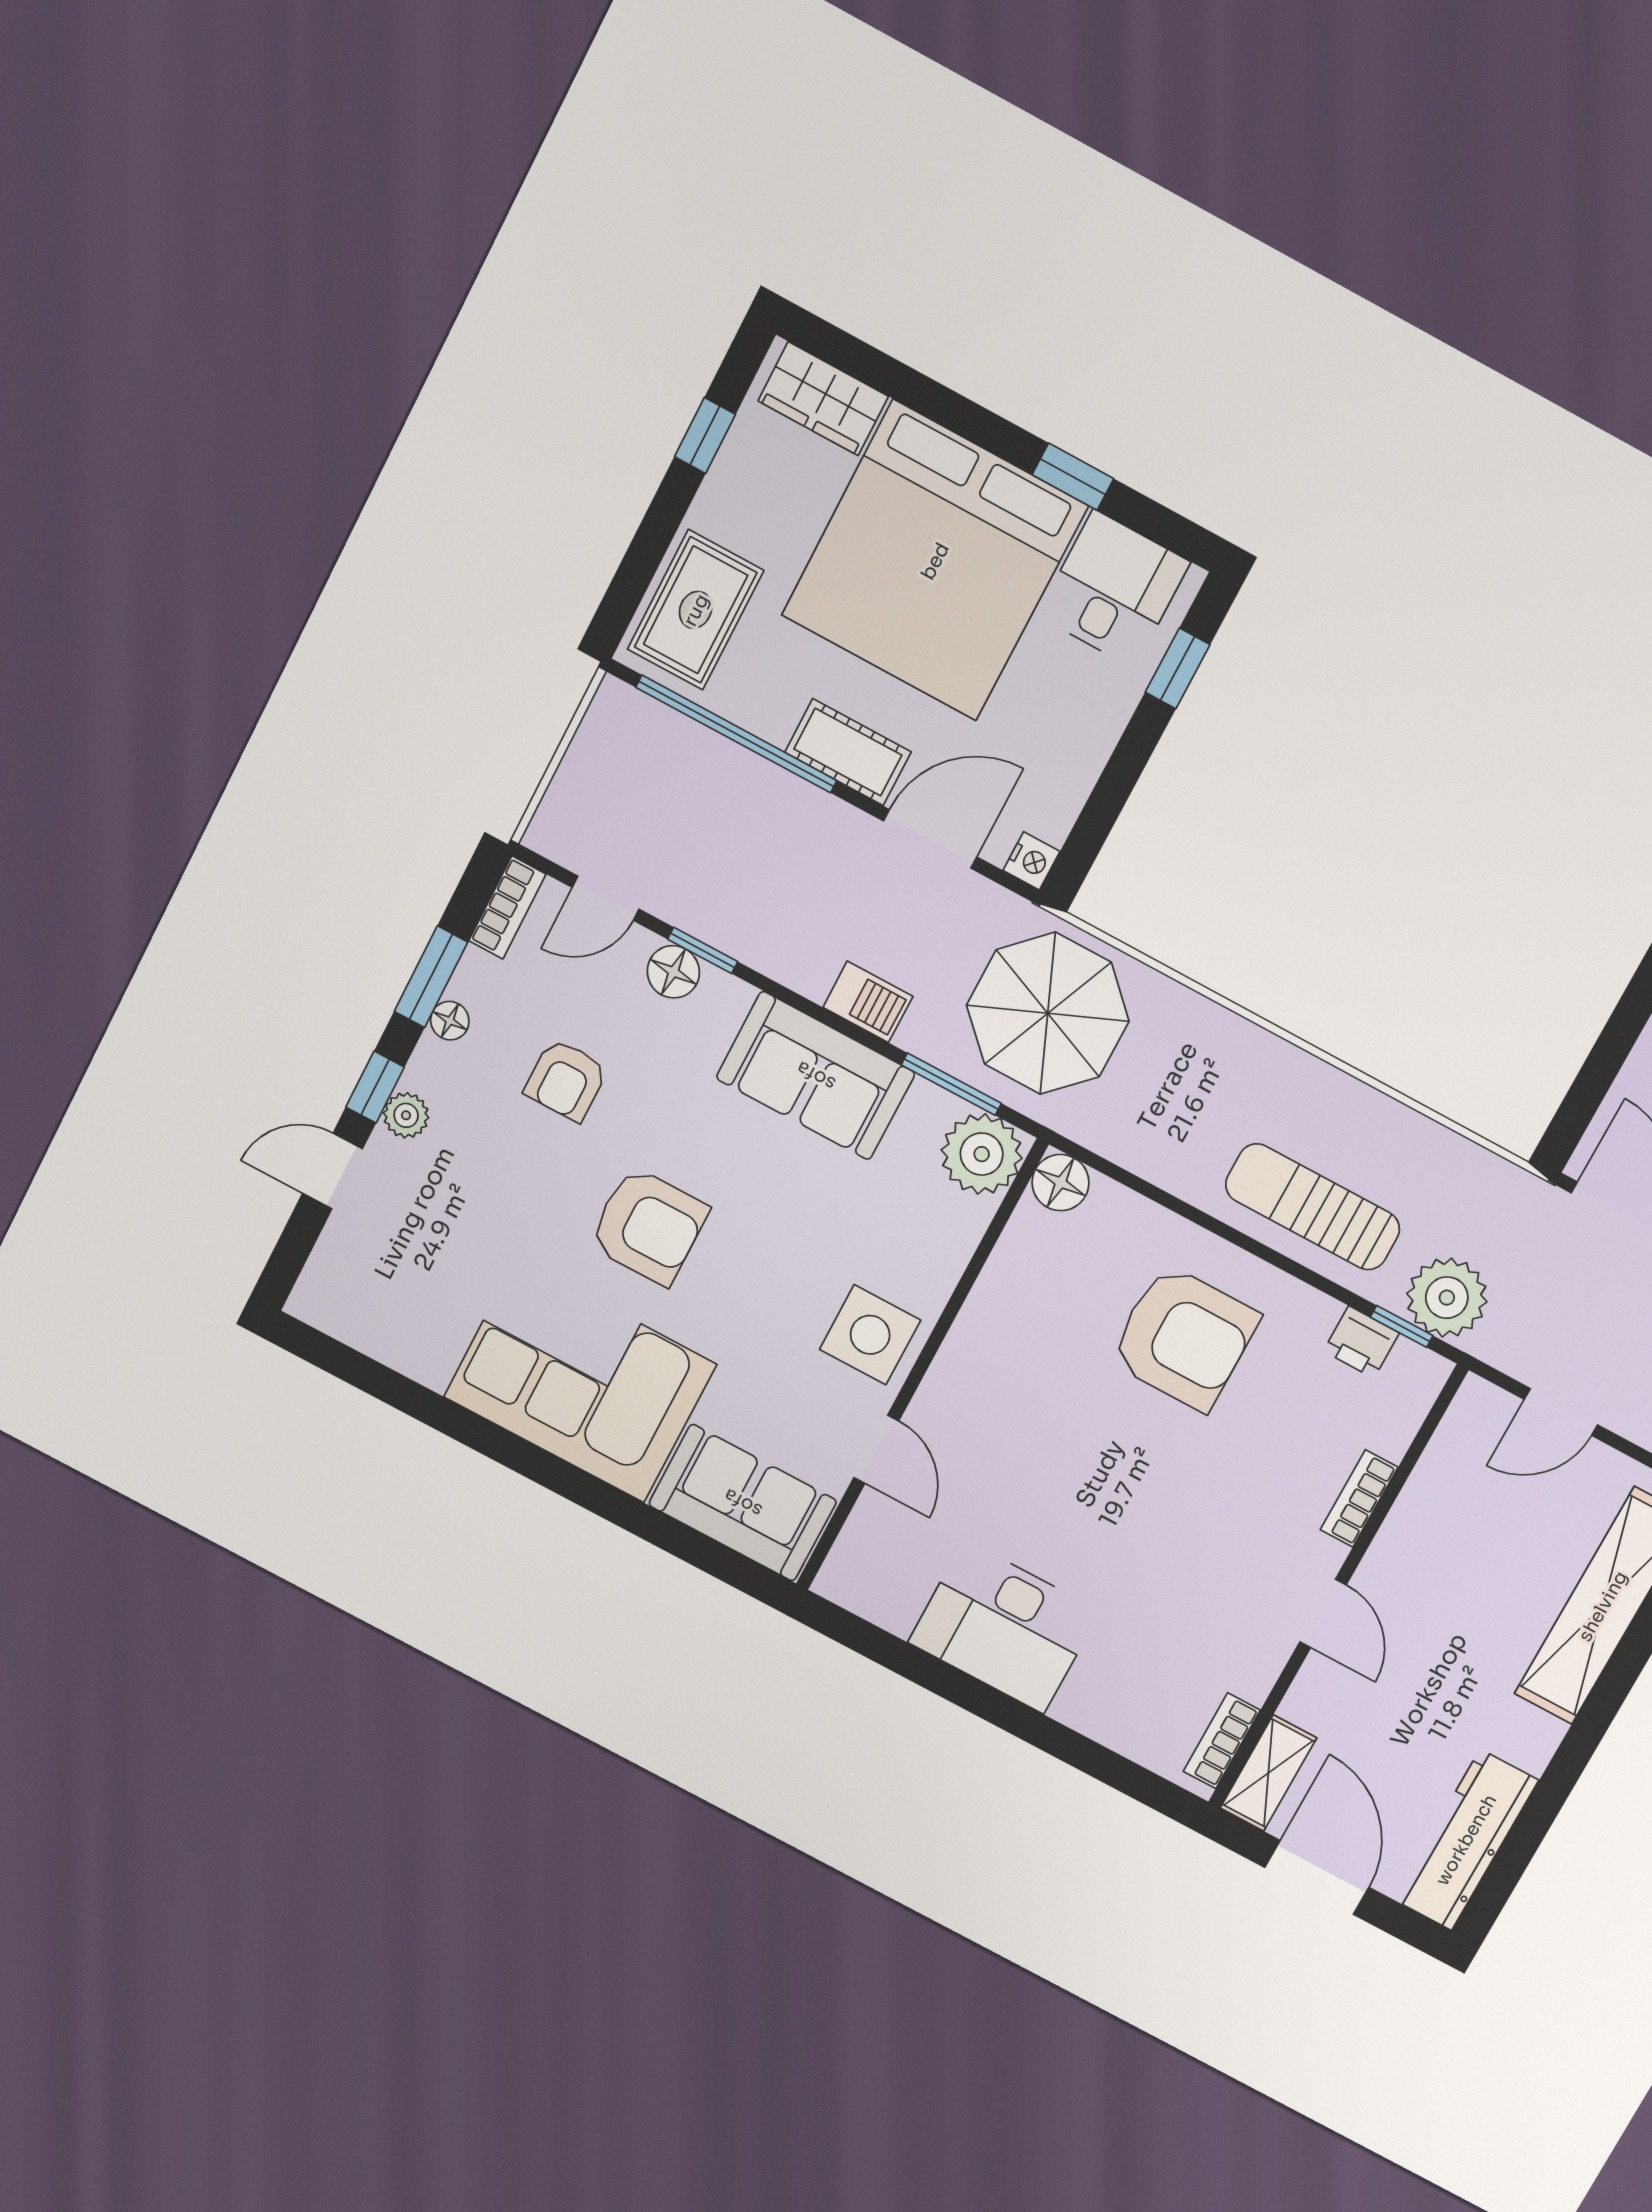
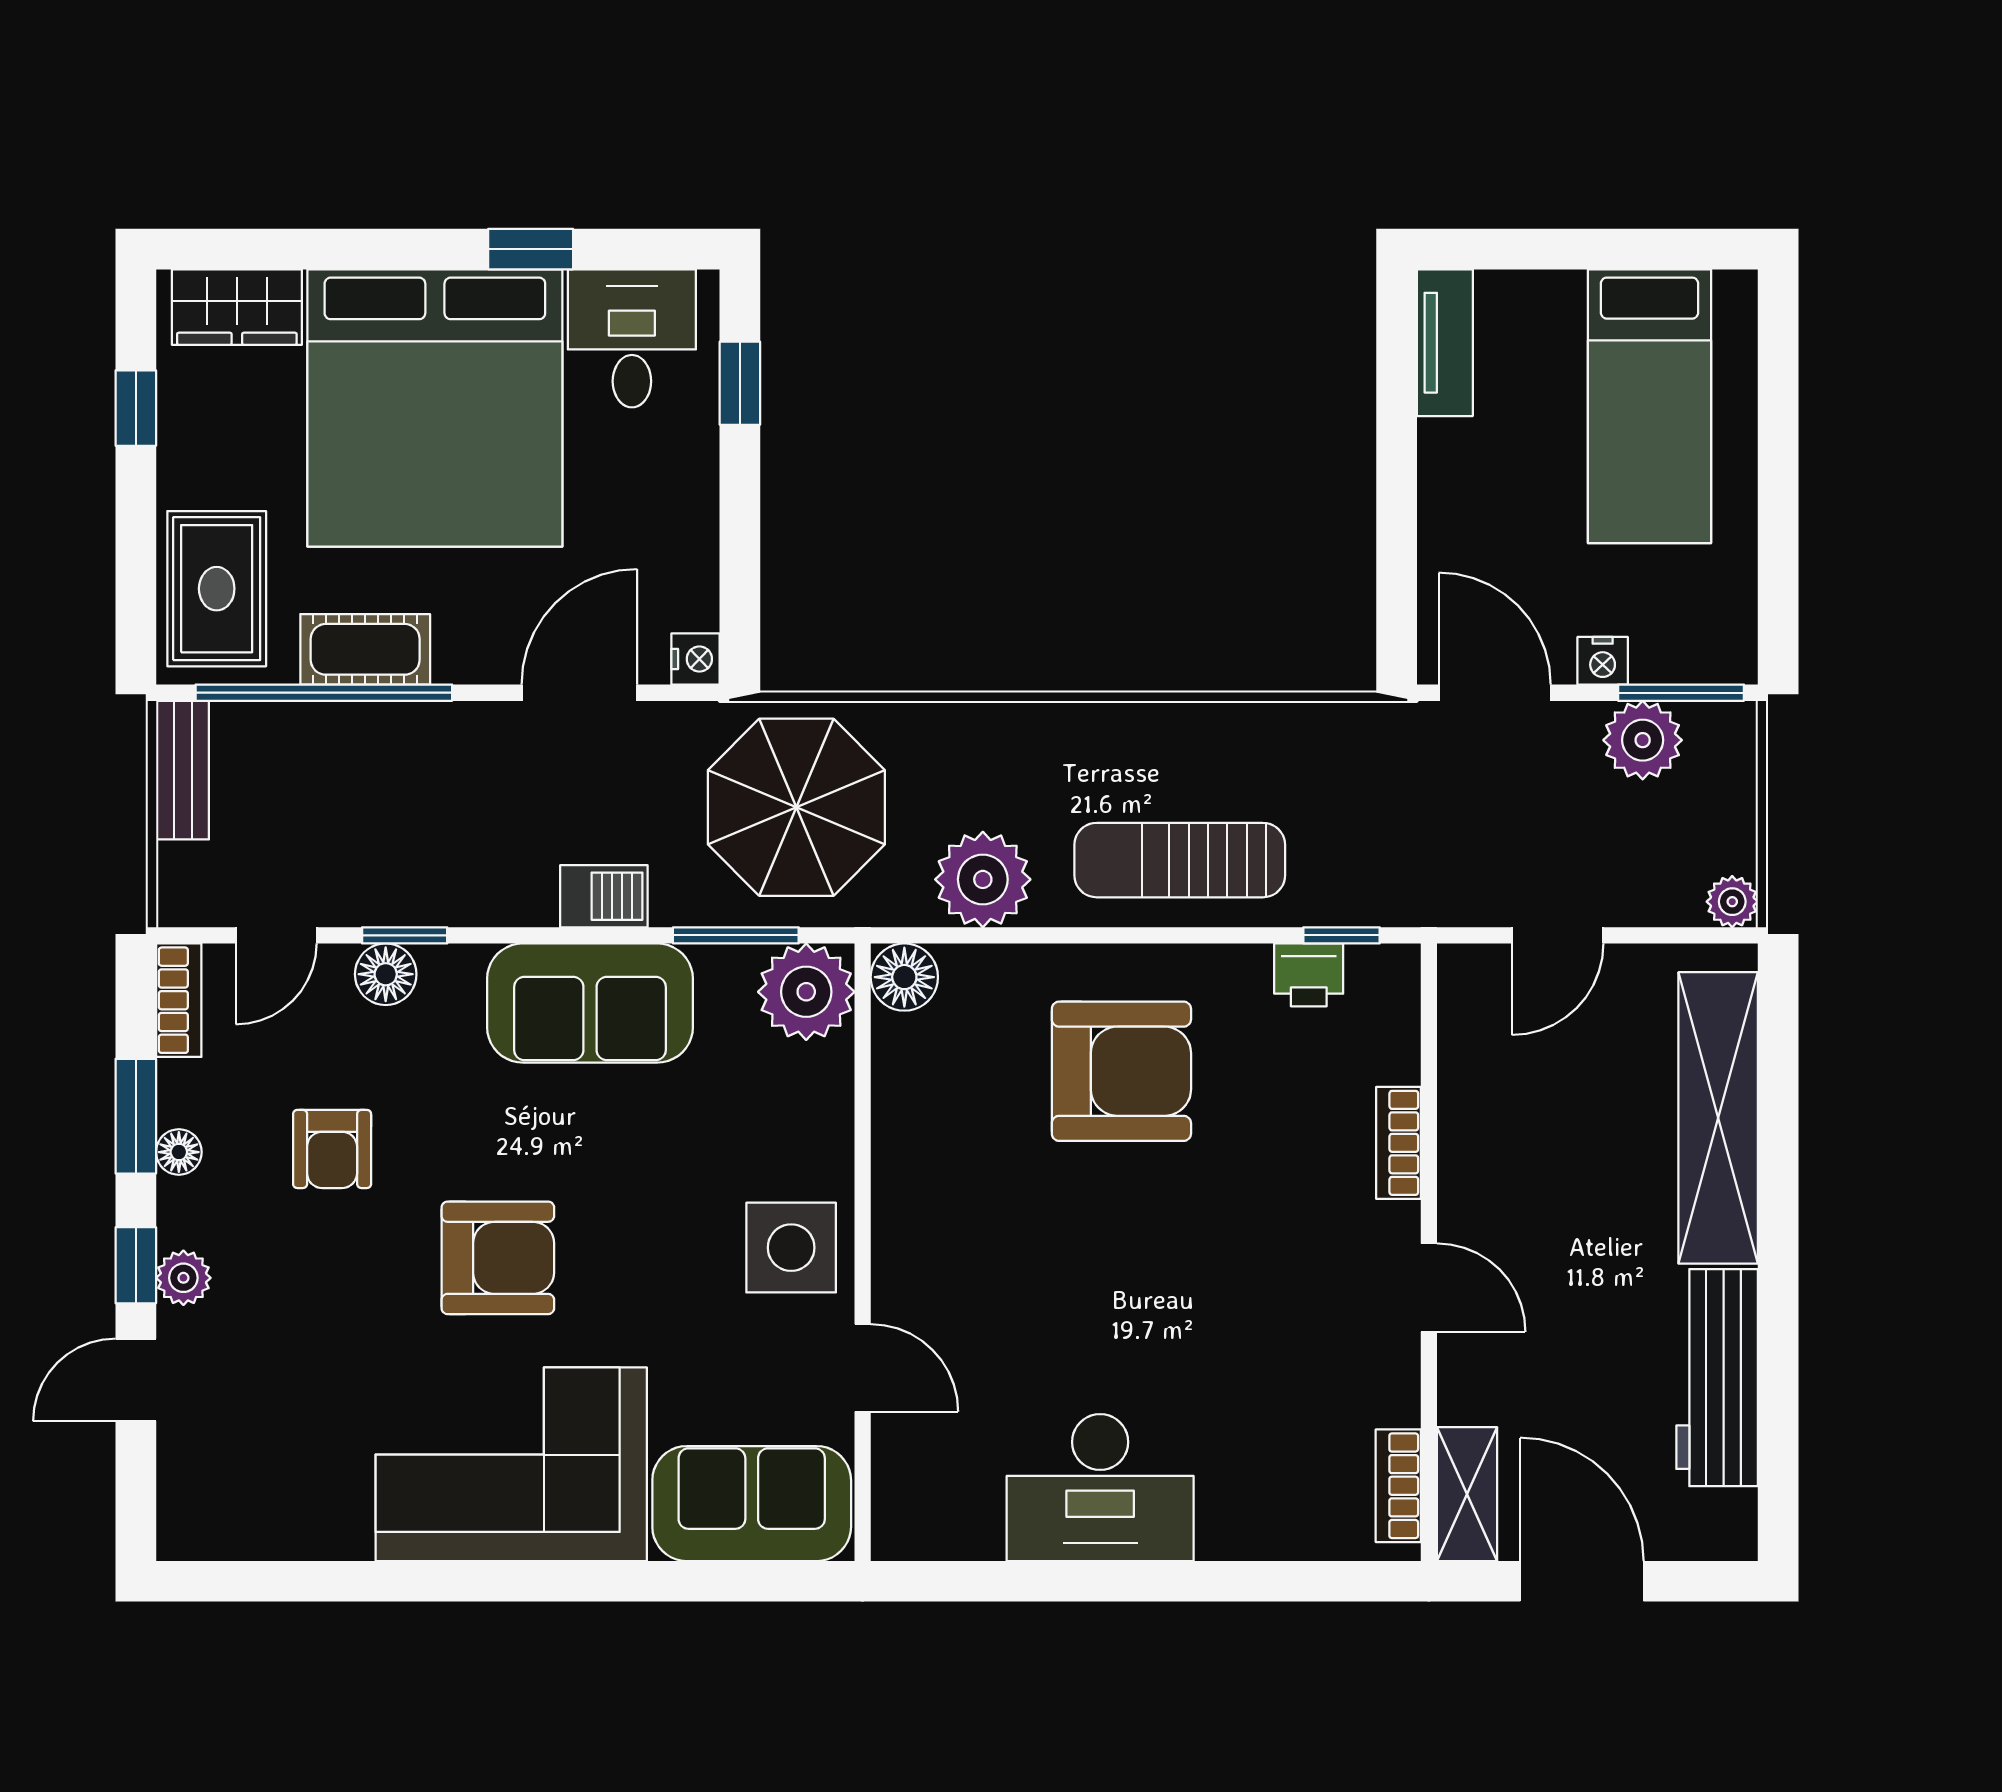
bench: (599, 735) -> (183, 770), added
cot: (848, 752) -> (365, 649), moved
plant: (1447, 1298) -> (983, 879), moved
workbench: (1466, 1840) -> (1717, 1378), moved

